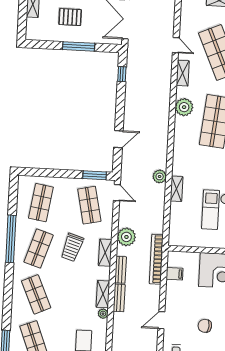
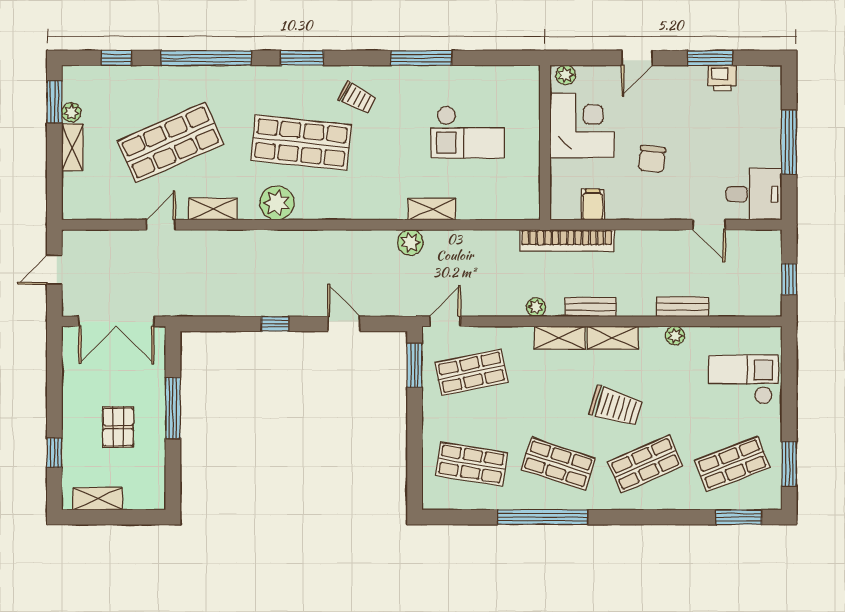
window: (122, 74) -> (275, 324), moved
plant: (126, 237) -> (536, 307), width x0.53, depth x0.53
trolley: (72, 247) -> (616, 407), moved
shelving: (103, 294) -> (612, 338), moved
bench: (119, 298) -> (682, 307), moved
door: (161, 320) -> (709, 225), moved
chair: (205, 326) -> (652, 159), moved

